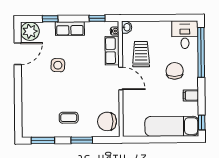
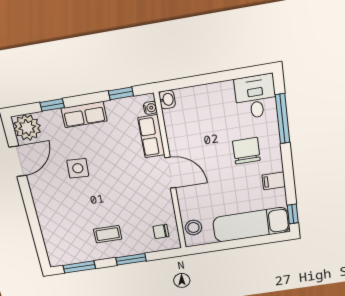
window: (201, 52) -> (283, 119), width x0.68
trolley: (141, 54) -> (194, 135), removed
chair: (107, 121) -> (161, 231), width x0.54, depth x0.54
stool: (131, 122) -> (193, 228), added

